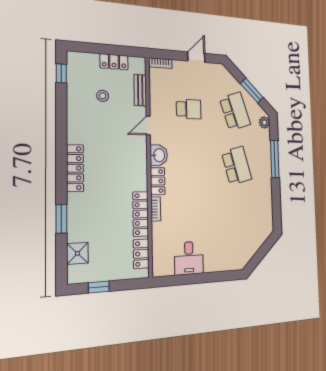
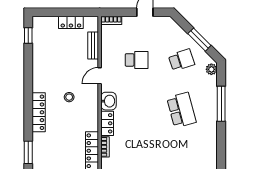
stool: (103, 96) -> (69, 97), moved
school desk: (235, 111) -> (181, 60), width x0.54

